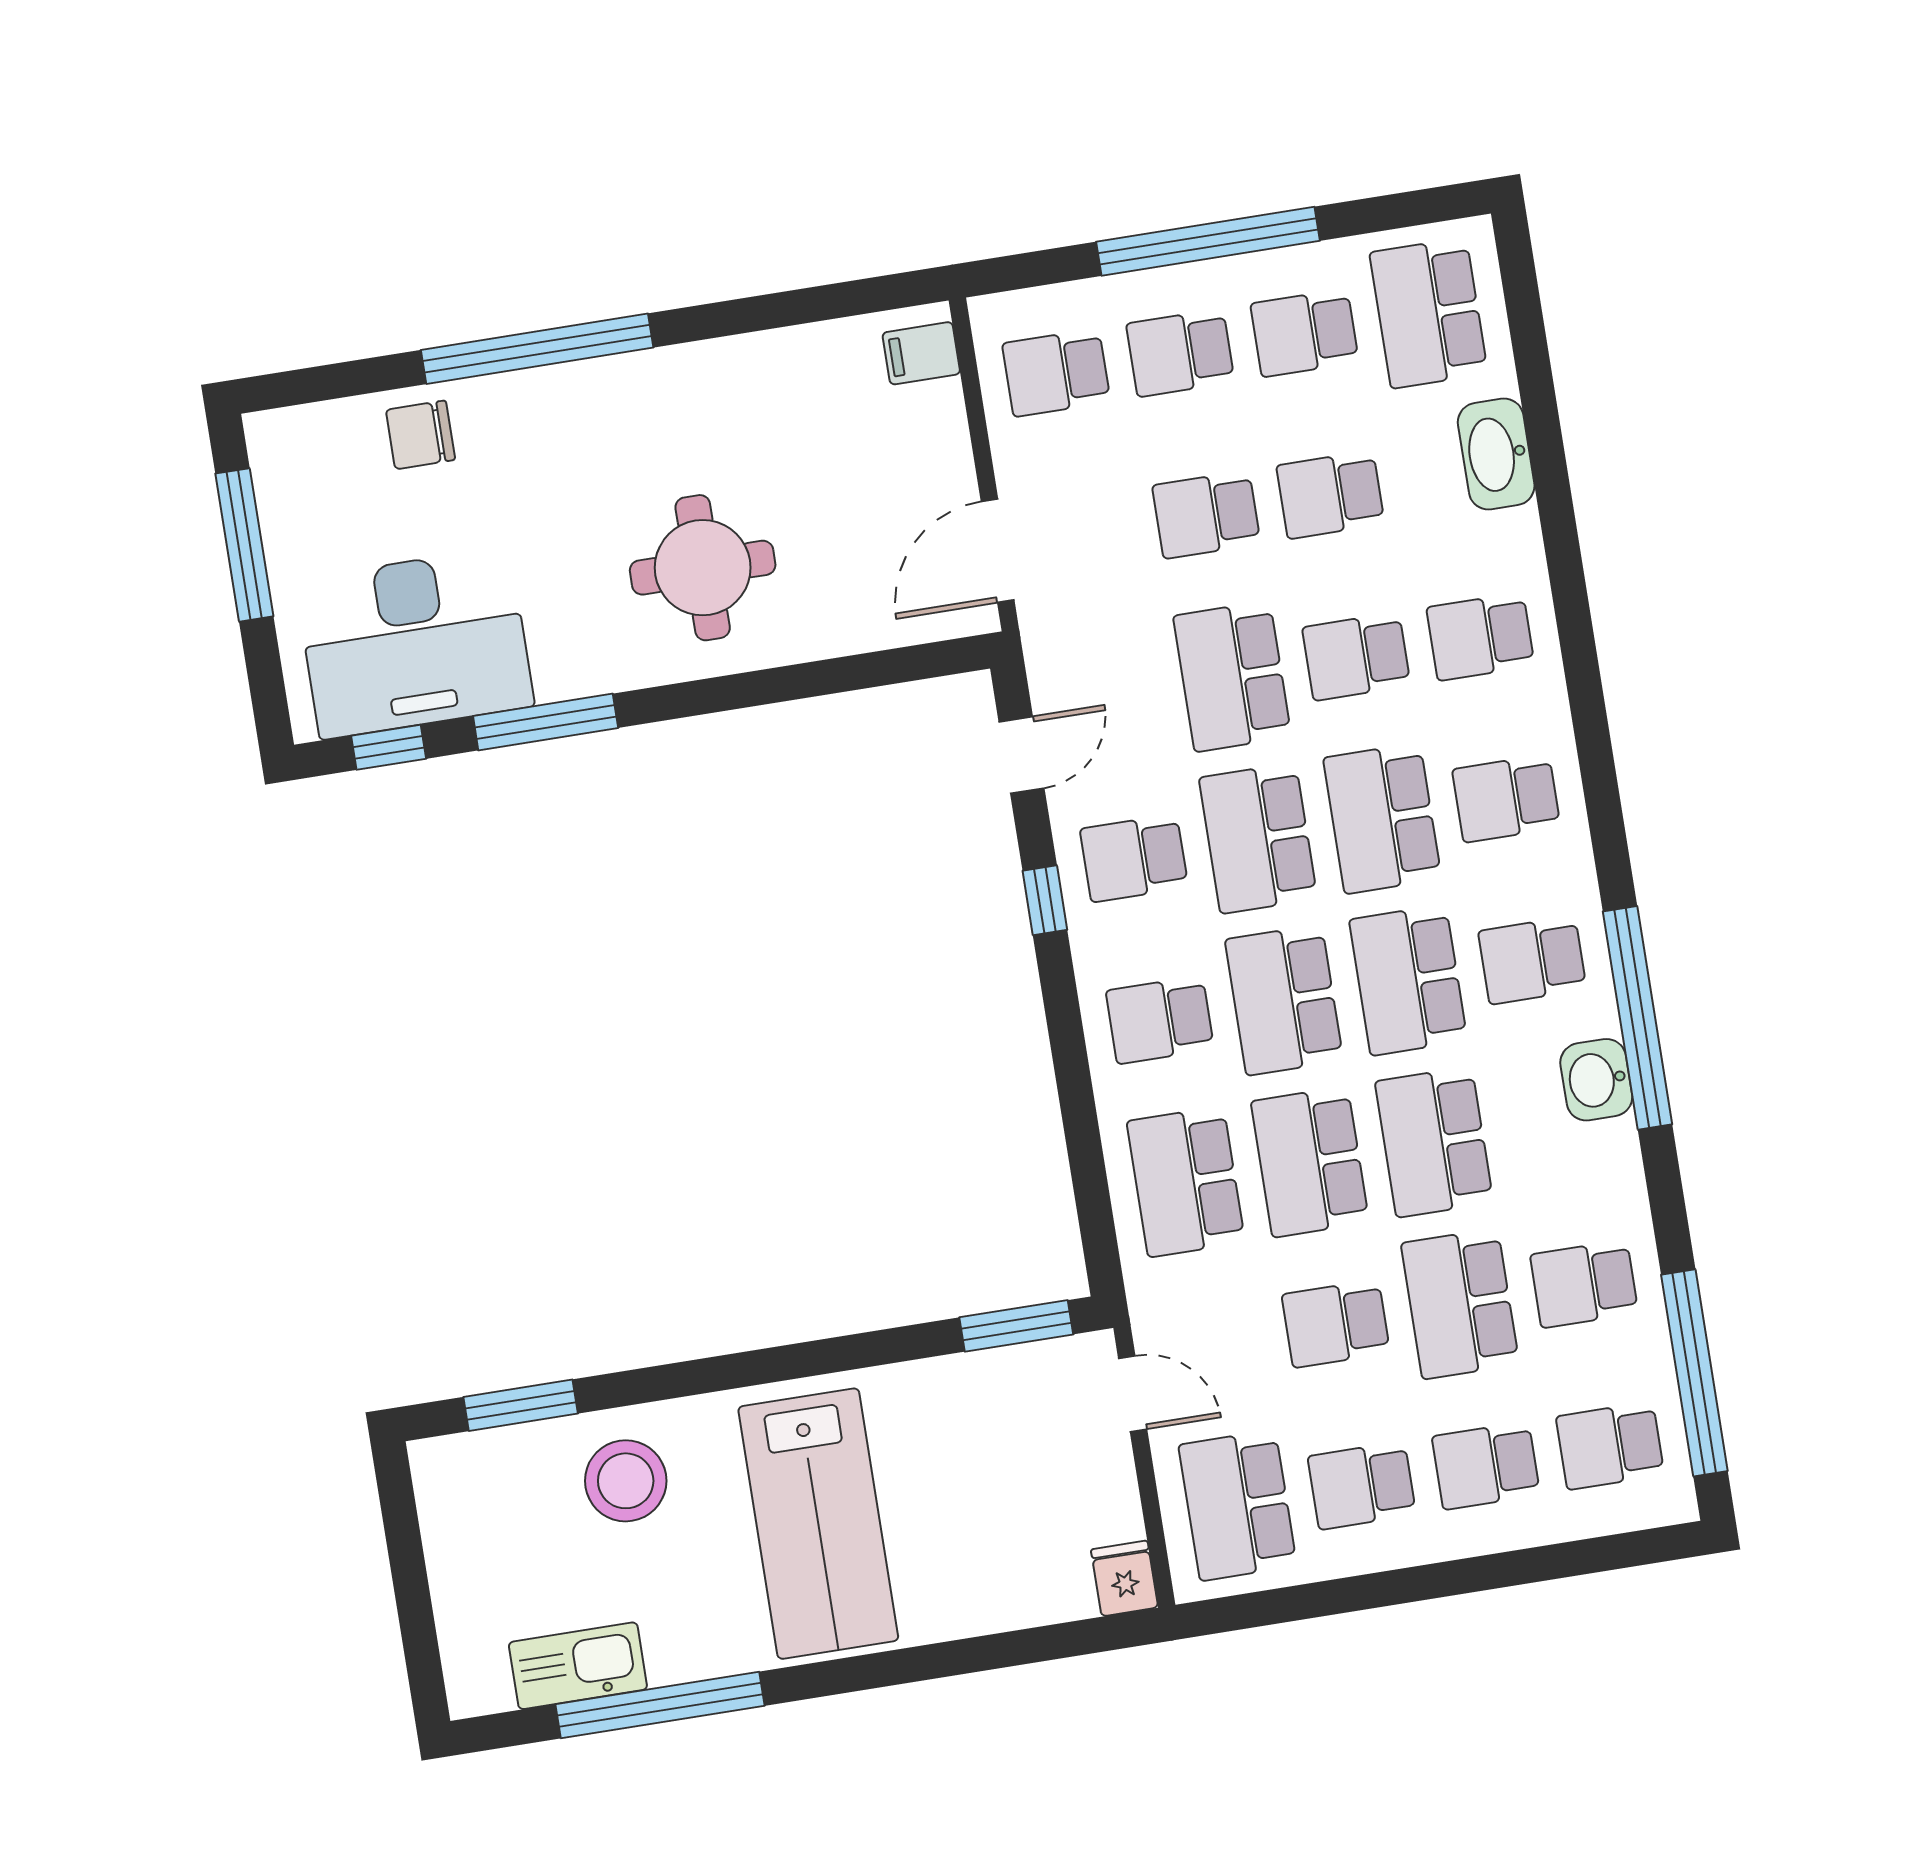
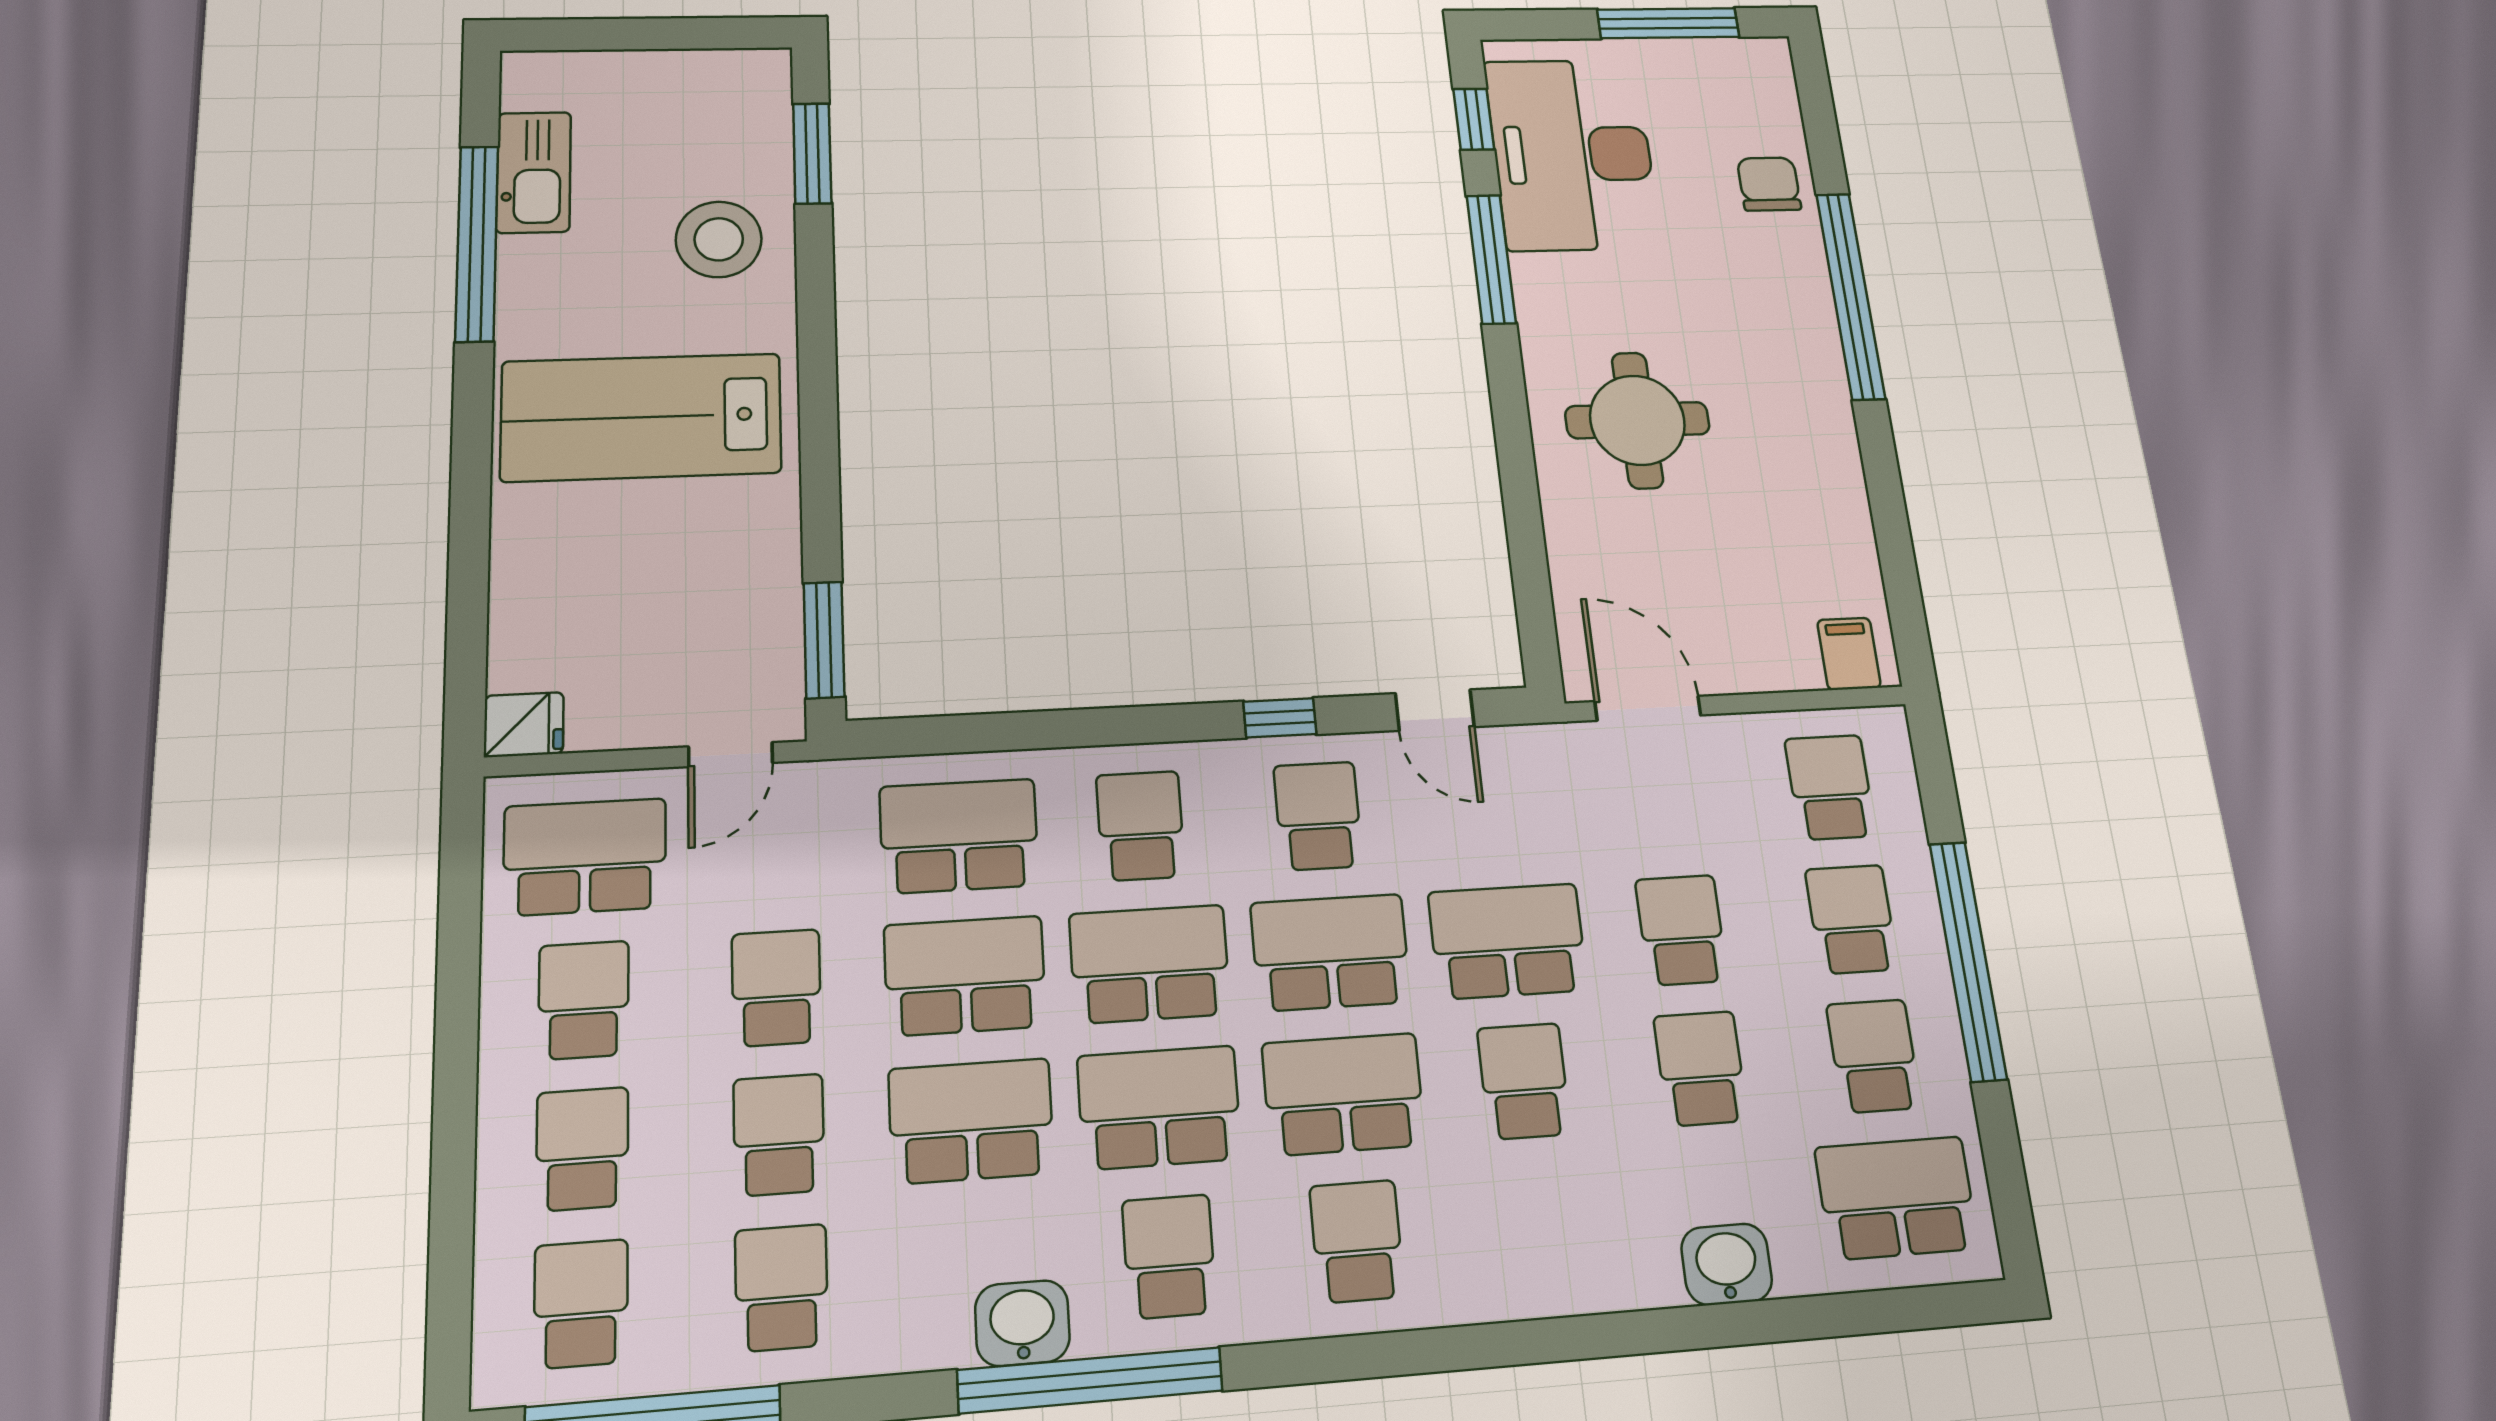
washbasin: (1496, 454) -> (1727, 1264), width x0.72
school desk: (1480, 637) -> (1541, 1227), removed
school desk: (1460, 1304) -> (779, 1135), width x0.54

